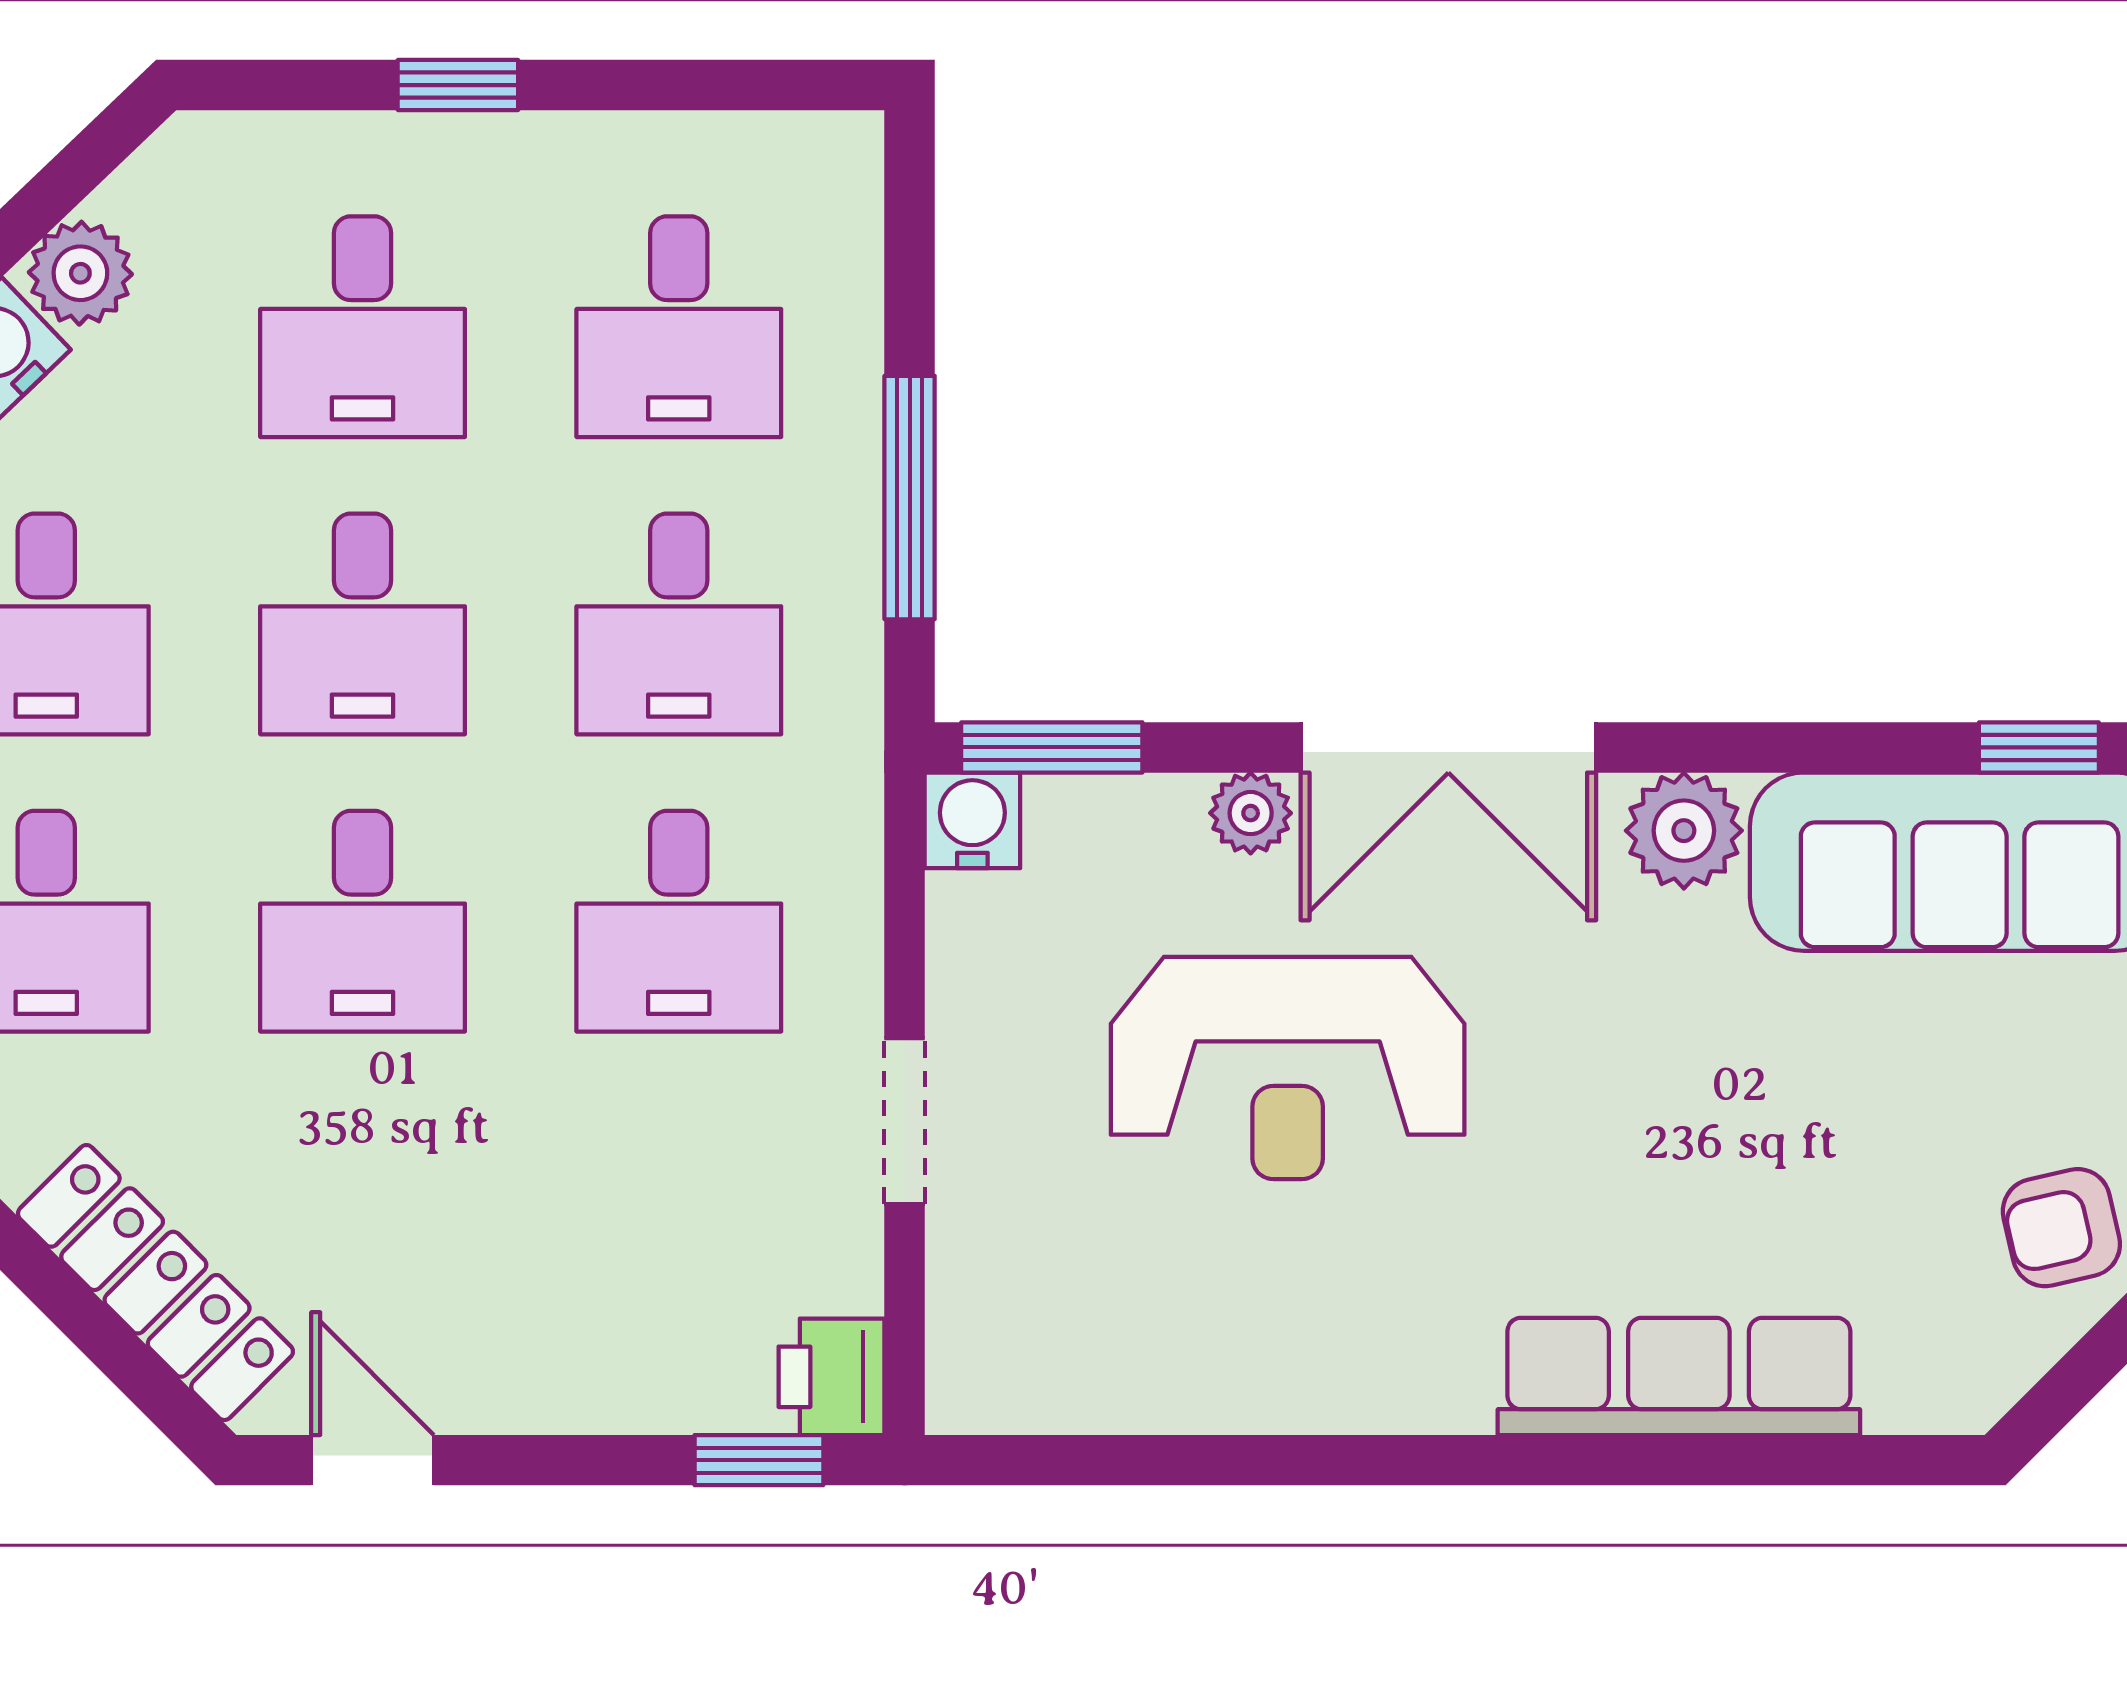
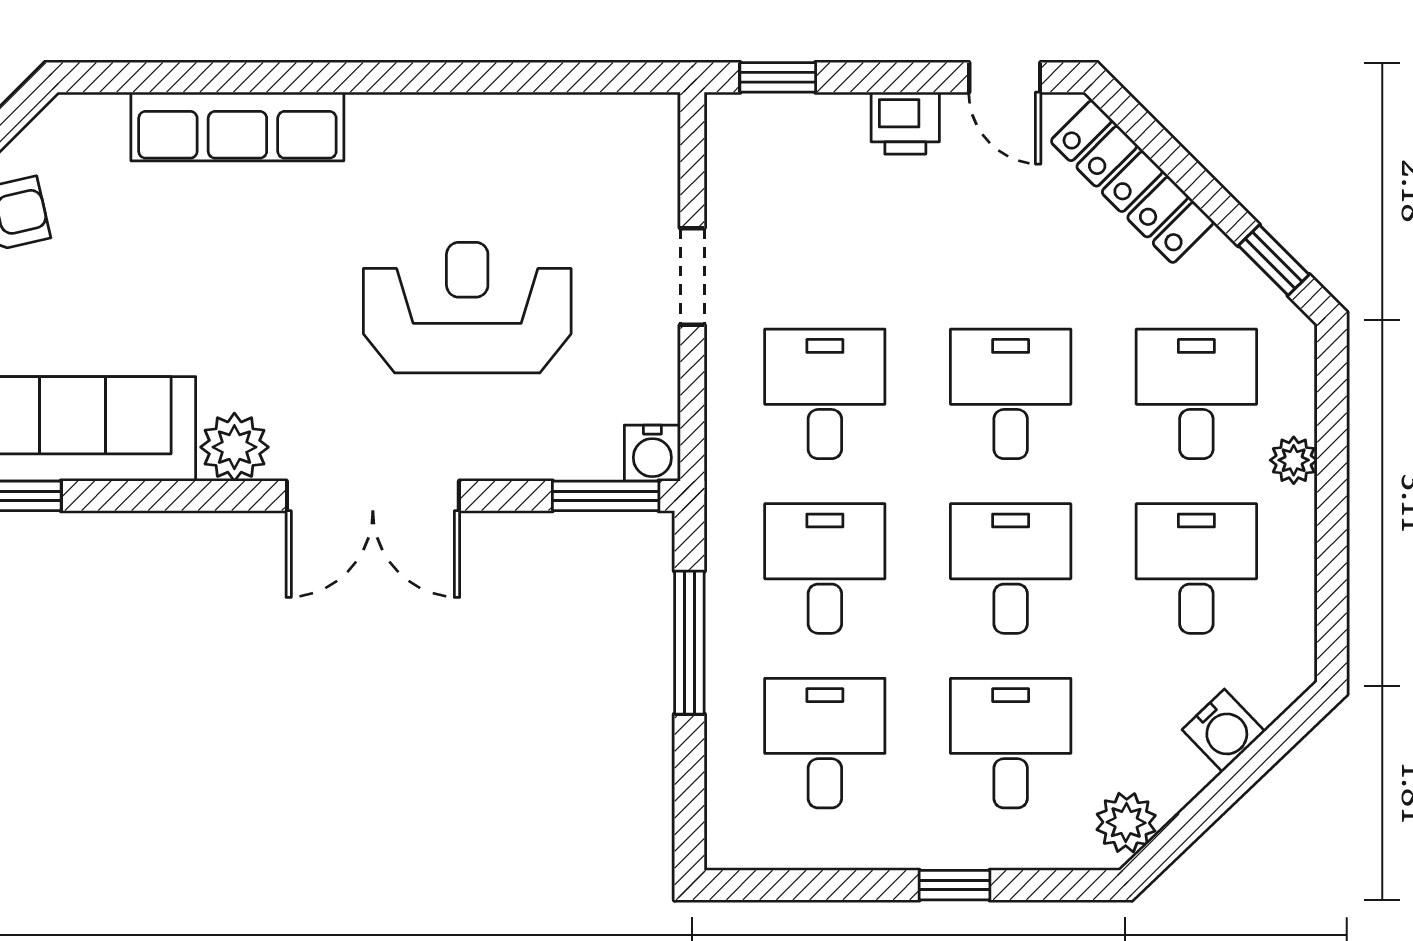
plant: (80, 273) -> (1126, 823), moved
double door: (1448, 747) -> (373, 496), swing flipped
plant: (1251, 813) -> (489, 457), removed
printer: (832, 1377) -> (905, 123), moved, turned 90

